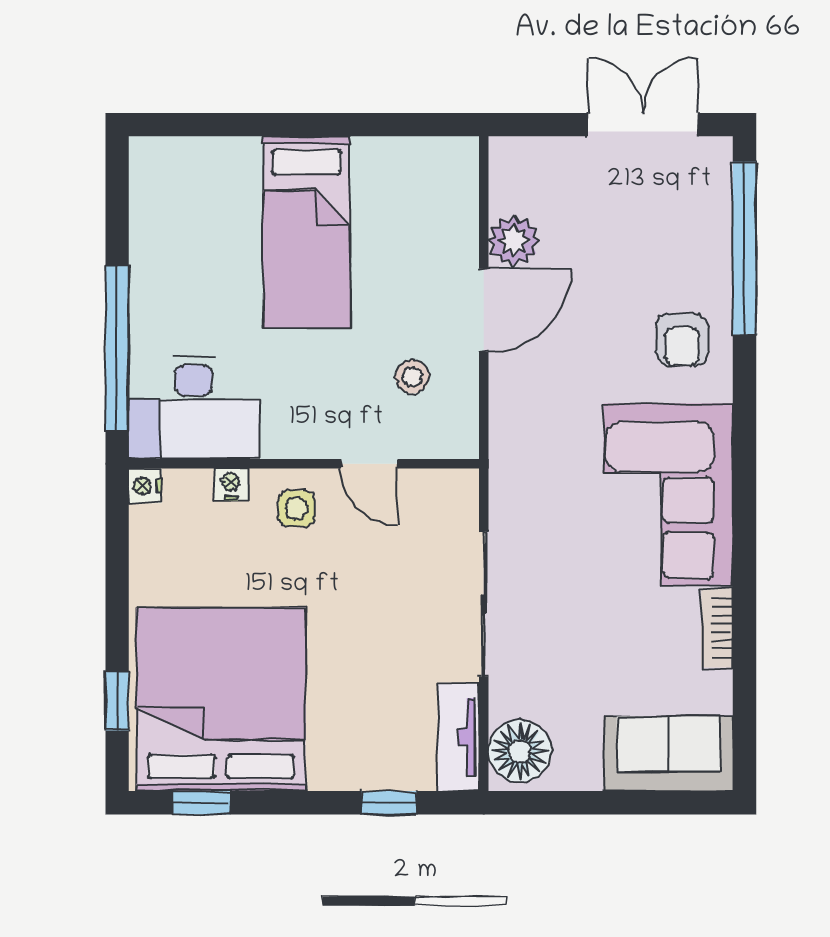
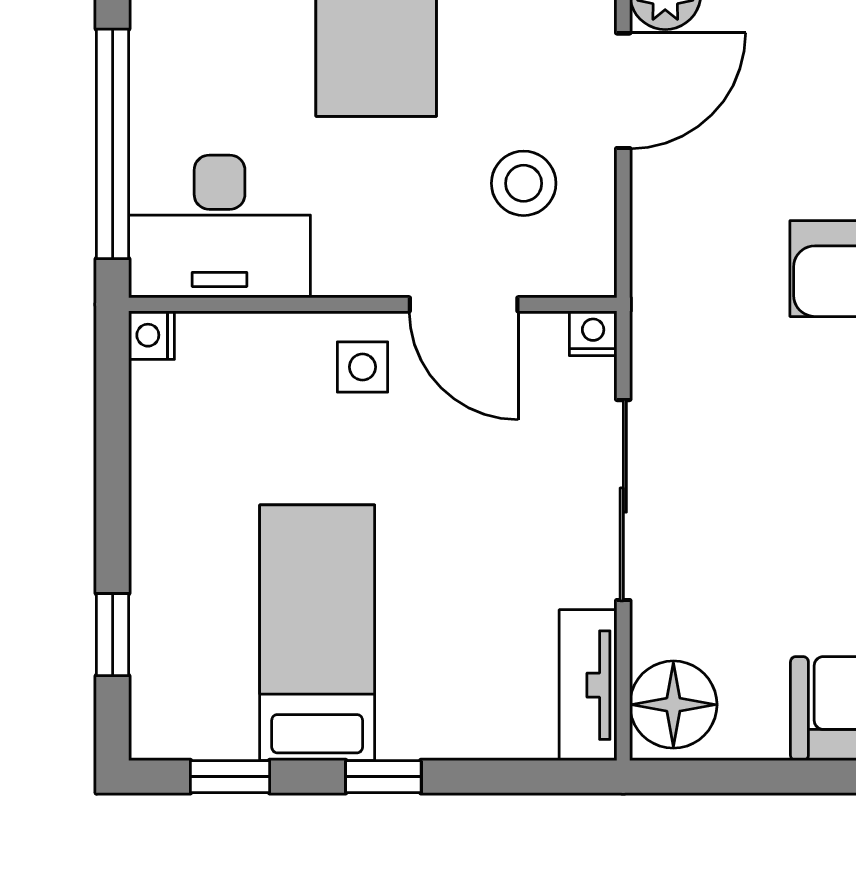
stool: (412, 377) -> (524, 183), width x1.37, depth x1.37
door: (369, 464) -> (464, 304), width x1.38
nightstand: (231, 484) -> (593, 333), moved
bed: (221, 699) -> (317, 633), width x0.49
window: (389, 803) -> (383, 777), moved

